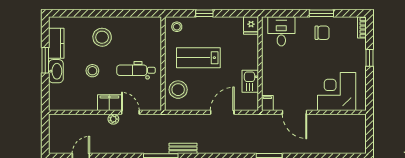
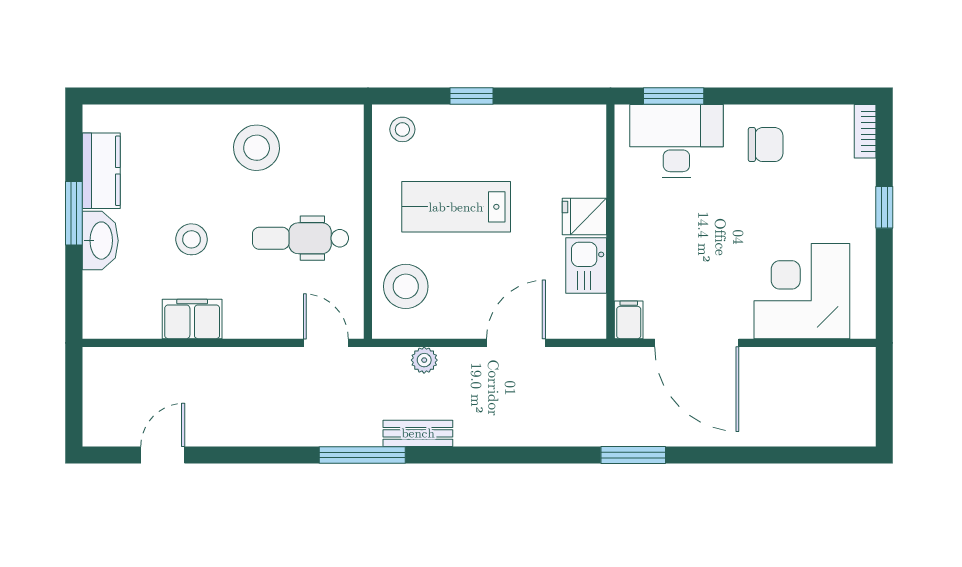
window: (321, 13) -> (674, 96), moved
fridge: (251, 26) -> (584, 217), moved, turned 90
desk: (281, 31) -> (676, 141), width x1.37
stool: (102, 37) -> (257, 148), moved
filing cabinet: (109, 103) -> (192, 319), moved
door: (130, 112) -> (326, 343), moved
door: (295, 112) -> (697, 343), width x1.36
plant: (113, 119) -> (424, 360), moved

